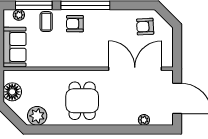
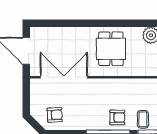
double door: (135, 69) -> (64, 77), swing flipped
plant: (144, 120) -> (56, 32), removed

